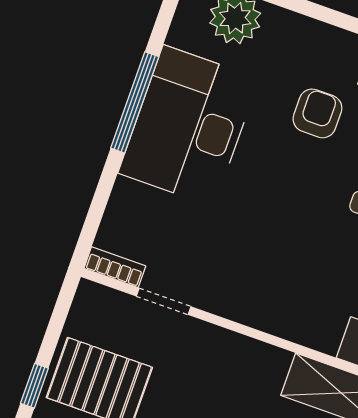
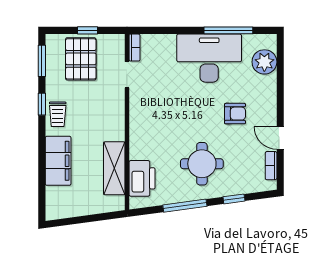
window: (135, 102) -> (228, 30), moved
window: (34, 386) -> (87, 30), moved

